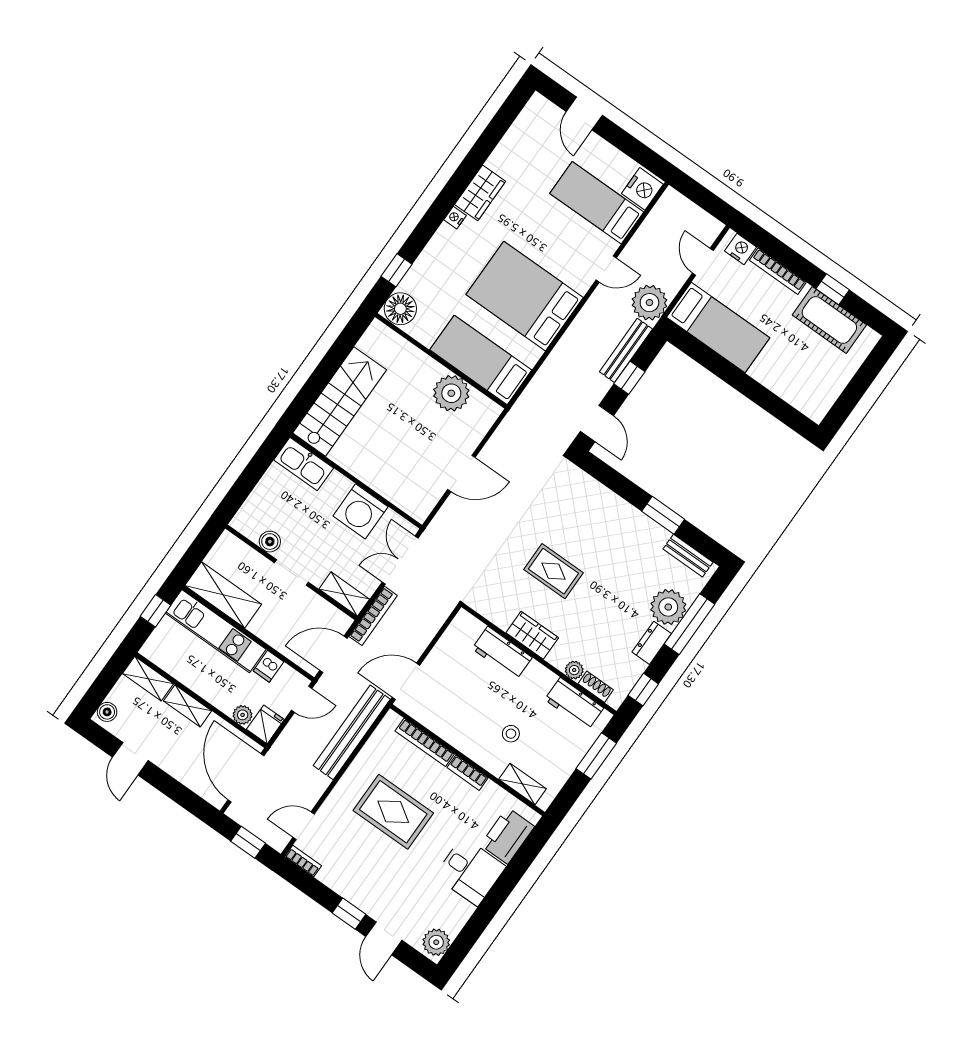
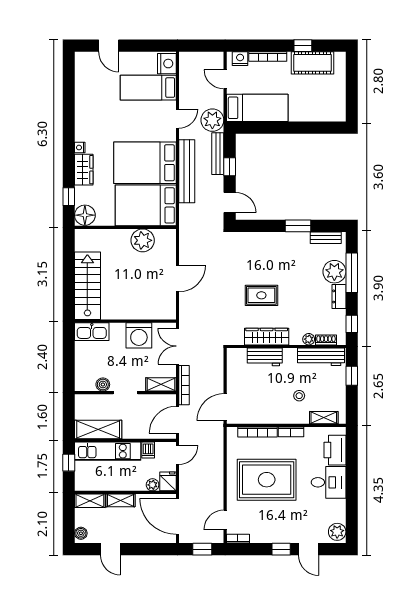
wardrobe: (480, 193) -> (84, 170), moved
bed: (481, 360) -> (146, 205), width x1.50
wardrobe: (532, 635) -> (267, 337), width x1.50
workbench: (574, 704) -> (321, 357), width x1.38
bench: (352, 732) -> (187, 171), moved
window: (596, 756) -> (352, 376), width x0.67
rug: (393, 812) -> (267, 480), width x1.37, depth x1.44

